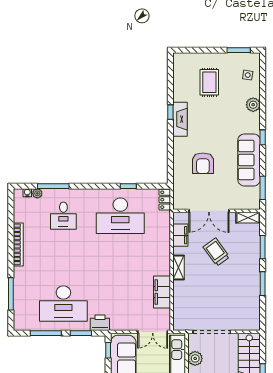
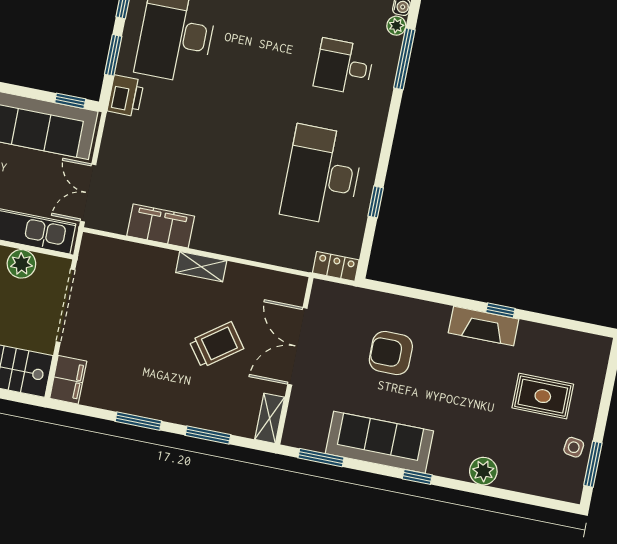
side table: (248, 75) -> (574, 447), moved
filing cabinet: (180, 235) -> (68, 380), moved, turned -90

